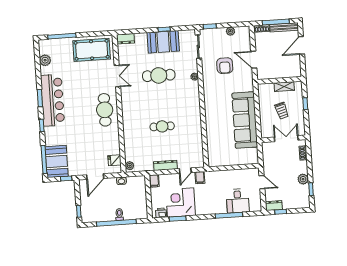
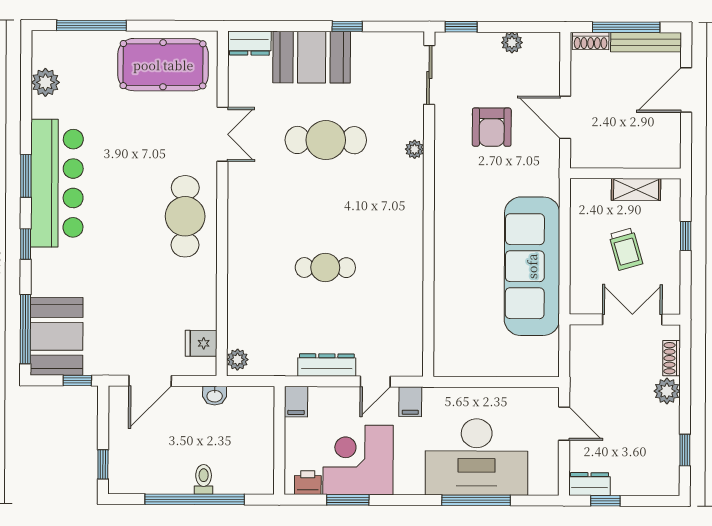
booth: (163, 42) -> (312, 57), moved
plant: (303, 179) -> (667, 391), moved
desk: (238, 201) -> (477, 457), width x1.87, depth x1.30

